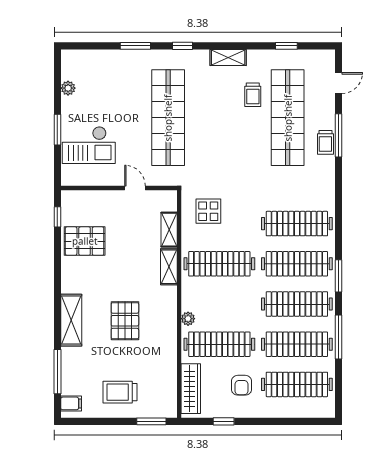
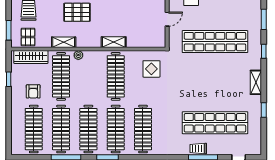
window: (286, 46) -> (264, 110), moved
trolley: (253, 95) -> (231, 99), removed
shelving: (169, 230) -> (64, 42), moved
armchair: (241, 385) -> (33, 91), turned -90
pallet: (161, 393) -> (28, 37), added

